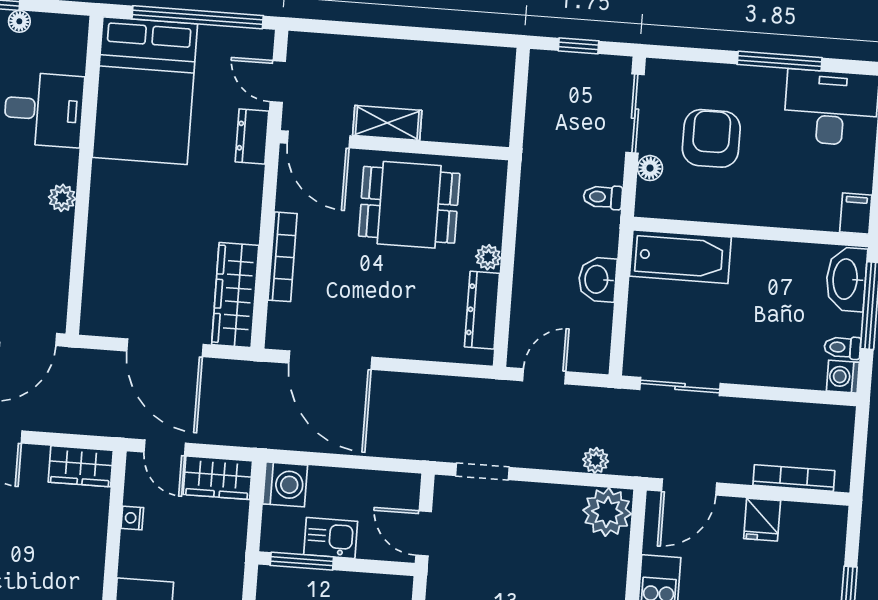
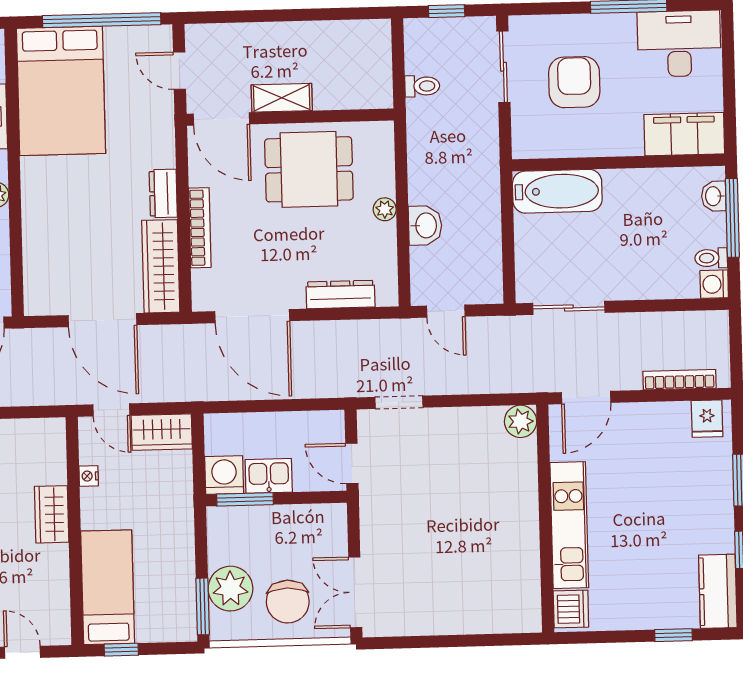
dresser: (252, 136) -> (163, 193), moved
floor lamp: (650, 168) -> (522, 114), removed
toilet: (603, 197) -> (422, 86), moved, turned 180
filing cabinet: (856, 214) -> (684, 134), width x3.00, depth x1.17
washbasin: (597, 279) -> (425, 225), moved, turned 180
washbasin: (846, 279) -> (714, 196), width x0.52, depth x0.69
dresser: (482, 310) -> (340, 294), moved, turned 90
door: (544, 376) -> (446, 311), swing flipped
plant: (596, 460) -> (500, 382), removed
wardrobe: (81, 466) -> (52, 514), moved, turned 90
washing machine: (285, 484) -> (224, 475), moved, turned -90
plant: (607, 512) -> (521, 421), width x0.73, depth x0.73
fridge: (762, 520) -> (707, 419), moved

